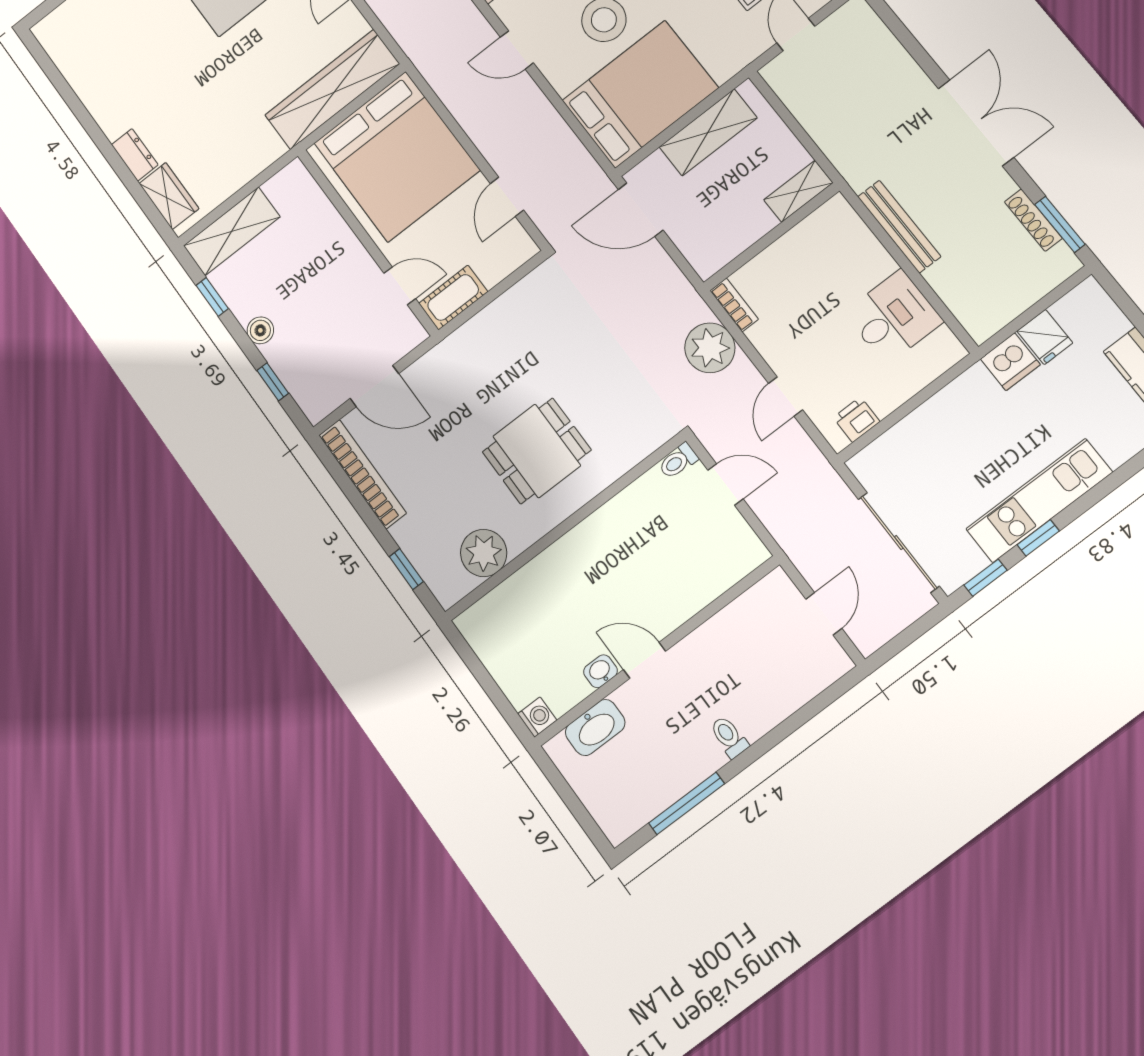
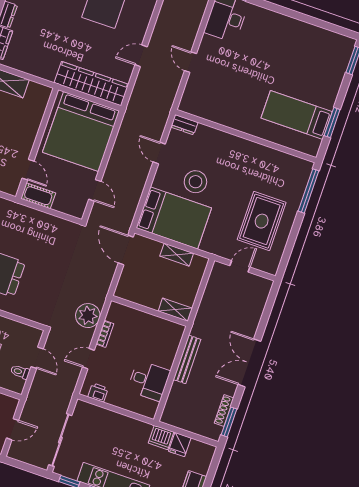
double door: (976, 123) -> (249, 363), swing flipped
shelving: (708, 132) -> (177, 255), width x0.67, depth x0.75
door: (507, 197) -> (95, 190), swing flipped
bookcase: (734, 305) -> (105, 334), moved
toilet: (678, 461) -> (20, 372), moved

